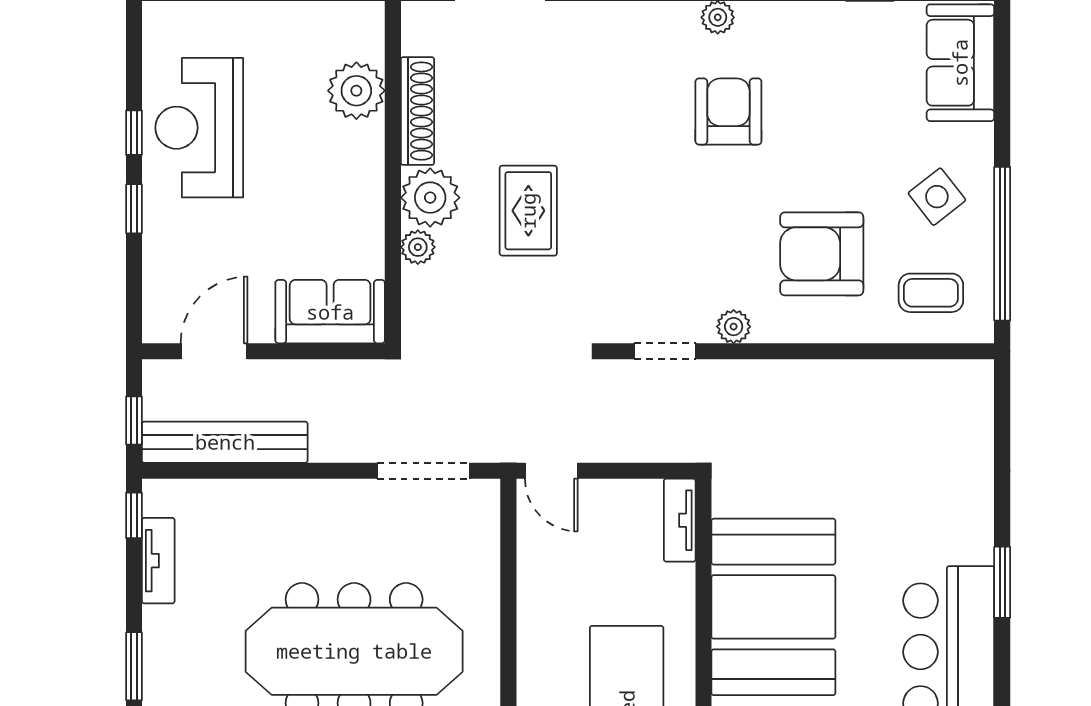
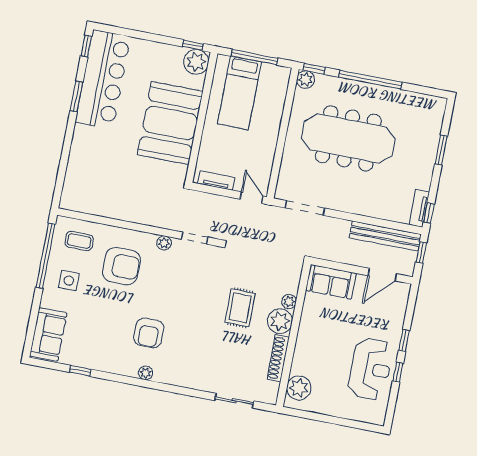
plant: (356, 91) -> (299, 388), moved
side table: (937, 197) -> (69, 281), turned 38
tv unit: (680, 520) -> (216, 180), moved, turned -90
tv unit: (158, 561) -> (419, 208), moved
window: (1002, 582) -> (76, 96), moved

